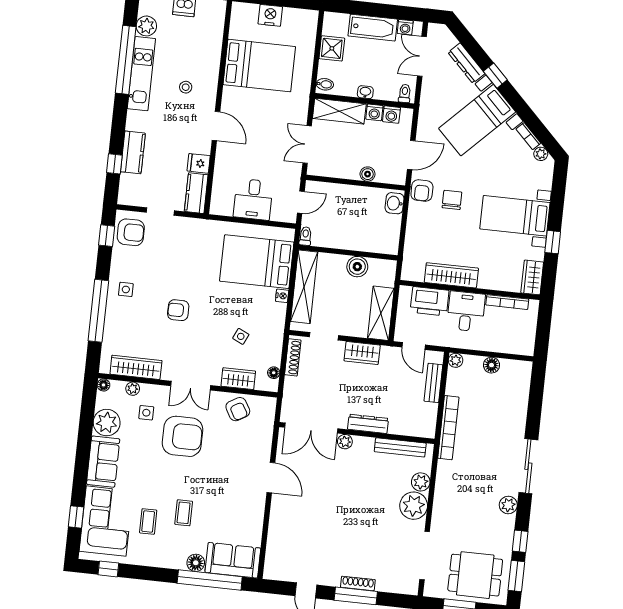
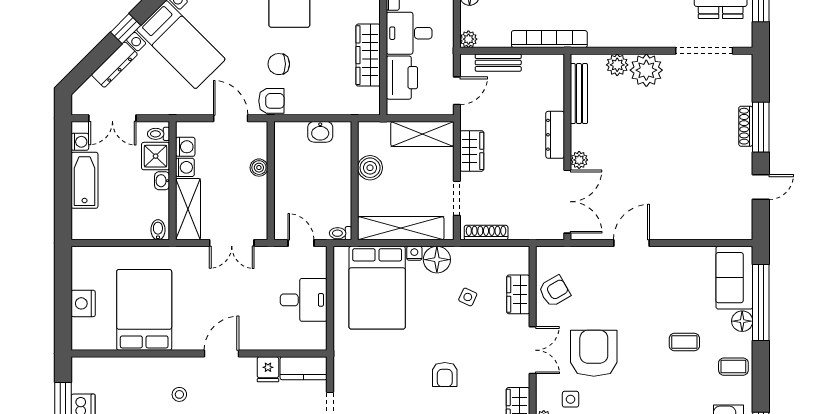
shower: (332, 48) -> (156, 156), moved
washbasin: (395, 203) -> (320, 132), moved
floor lamp: (274, 373) -> (437, 260), moved, width x1.89, depth x1.89
coffee table: (148, 521) -> (733, 367), moved

